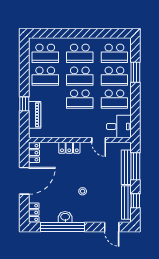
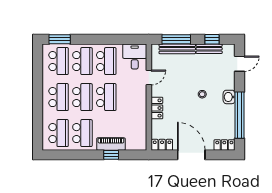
window: (135, 72) -> (60, 39), moved
piano: (35, 115) -> (111, 144), moved
bench: (126, 202) -> (209, 49), width x0.73
washbasin: (65, 217) -> (229, 97), moved

